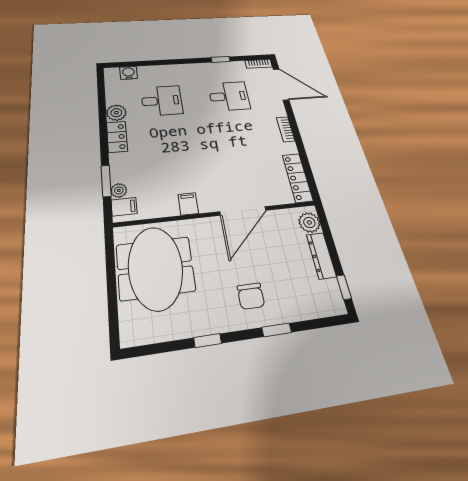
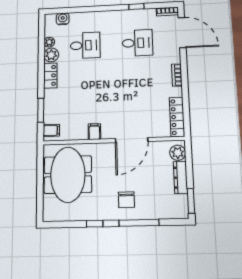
plant: (119, 190) -> (49, 42), moved
window: (344, 287) -> (191, 201), width x1.50
window: (277, 330) -> (139, 223), width x2.17

